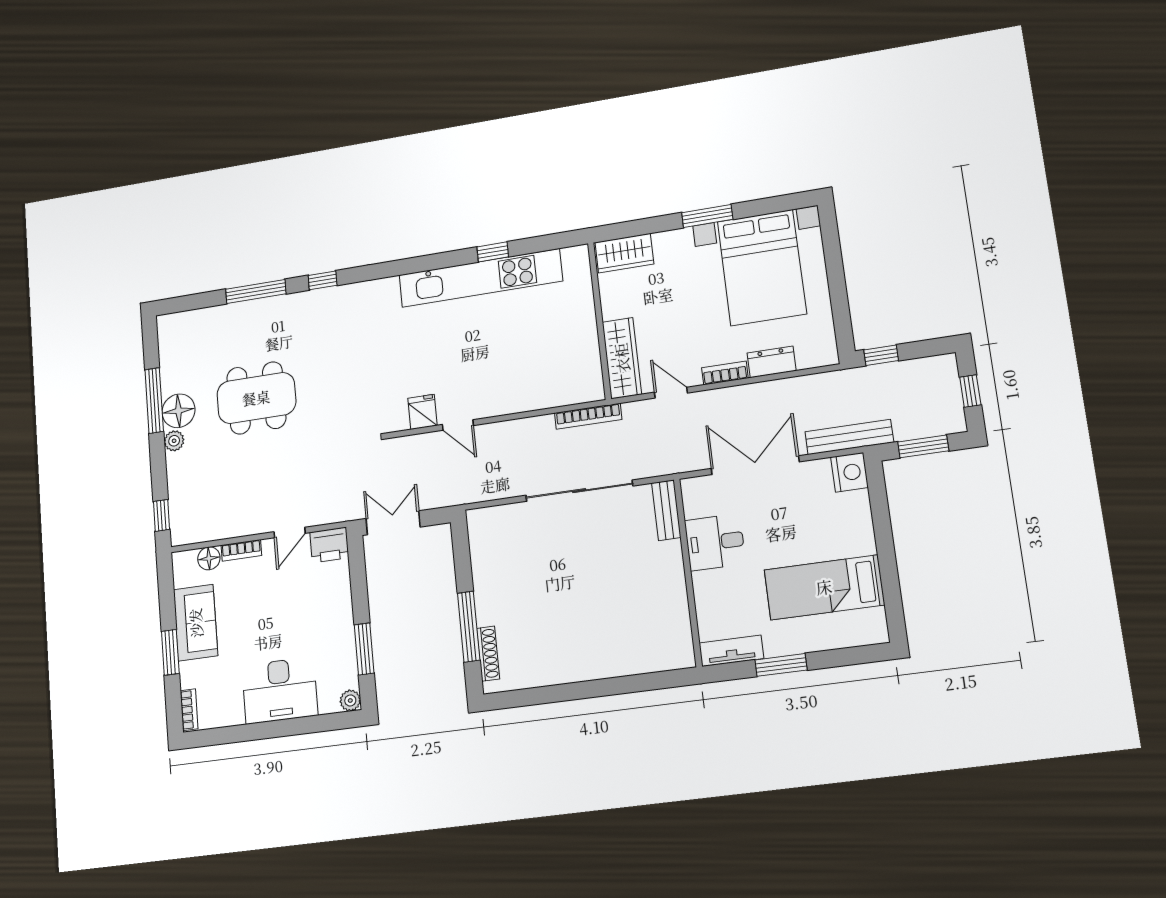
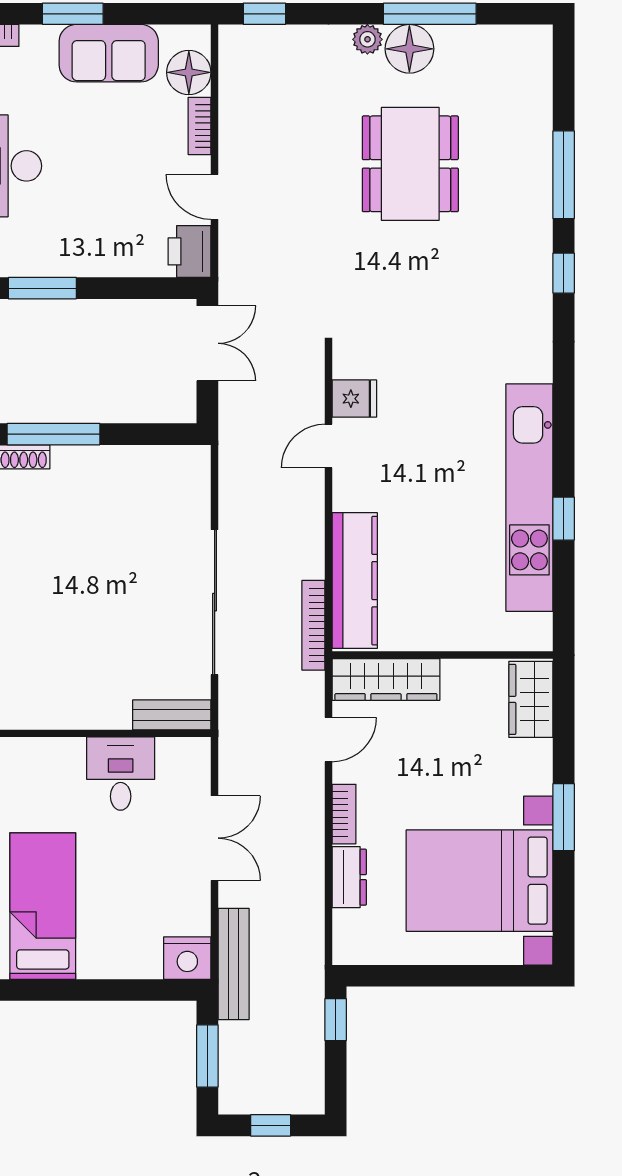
kitchen counter: (552, 392) -> (355, 581), added
double door: (755, 465) -> (215, 838), width x0.73
floor lamp: (209, 558) -> (189, 72), width x1.38, depth x1.38

